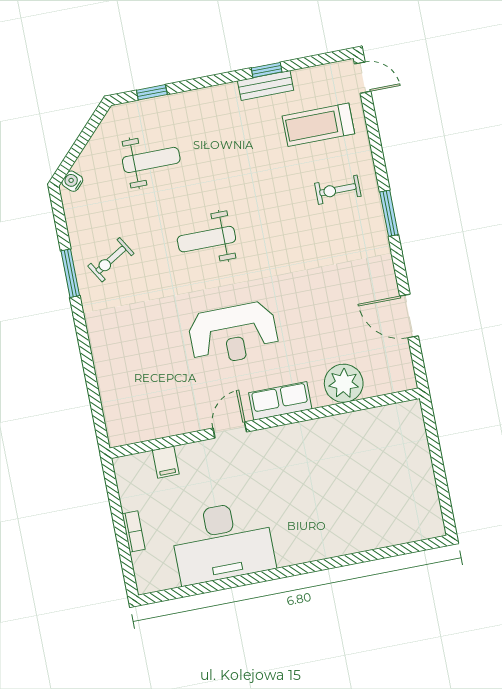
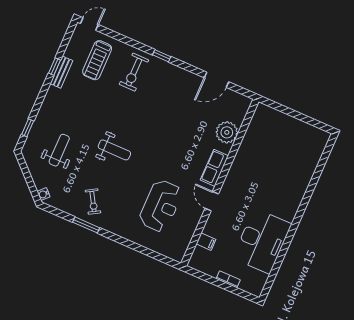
exercise bike: (338, 190) -> (134, 72), width x1.38, depth x1.39
window: (389, 213) -> (162, 56), width x0.67
weight bench: (206, 239) -> (114, 150), turned -90
reception desk: (233, 334) -> (161, 206), moved

